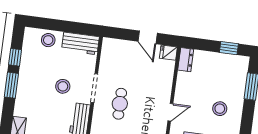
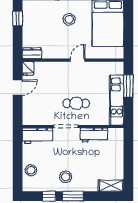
workbench: (80, 43) -> (37, 136), moved, turned 90
stool: (63, 86) -> (66, 177), moved
door: (170, 112) -> (78, 60), hinge flipped

